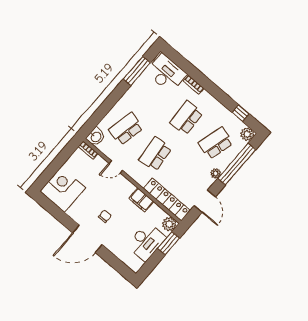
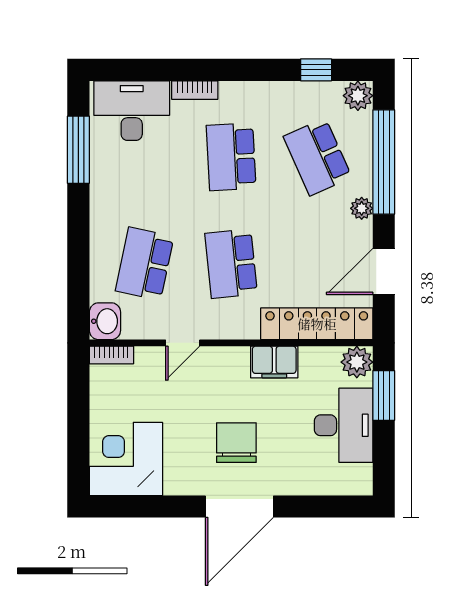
school desk: (216, 143) -> (318, 157), turned -39
door: (205, 201) -> (384, 271), swing flipped
chair: (105, 216) -> (236, 443), width x1.87, depth x1.87

